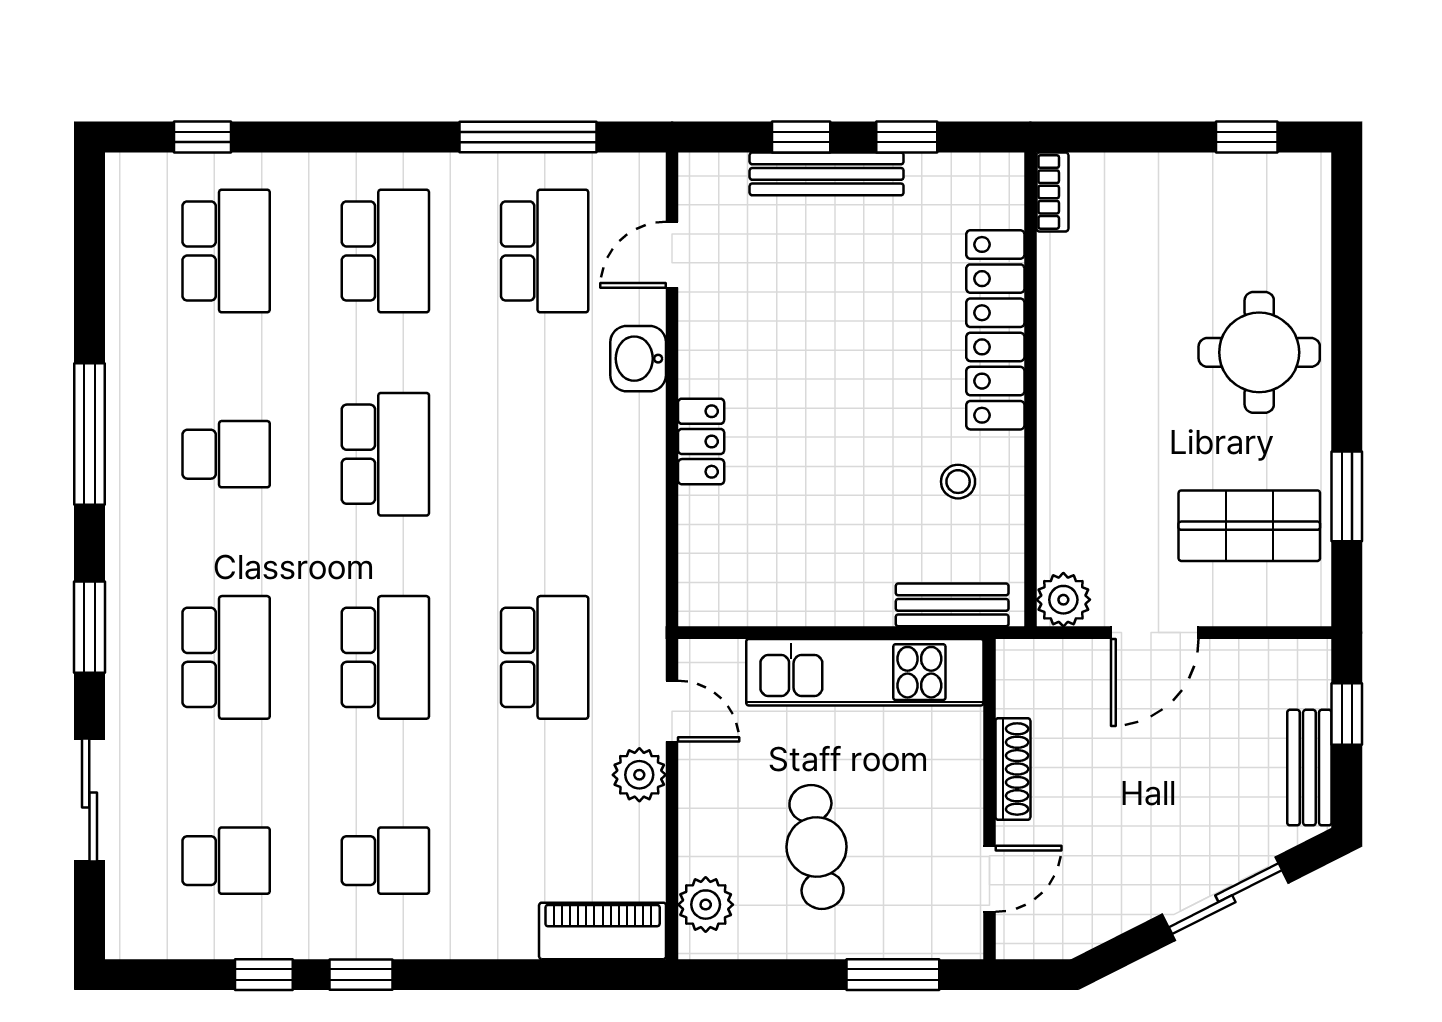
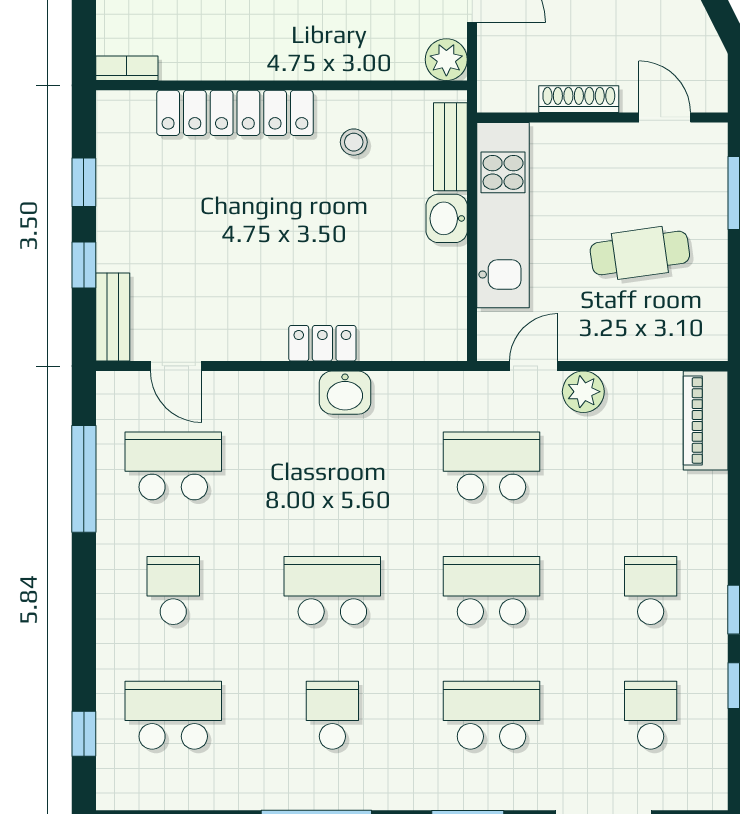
bench: (827, 174) -> (113, 317), moved, width x0.73
school desk: (385, 251) -> (173, 591), width x0.54
washbasin: (638, 359) -> (345, 393), moved
washbasin: (861, 600) -> (447, 218), added
plant: (706, 905) -> (685, 340), removed

